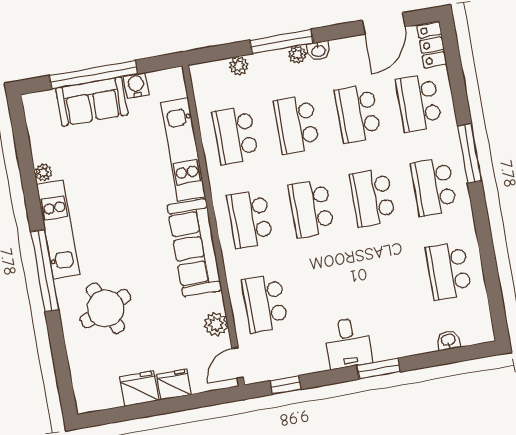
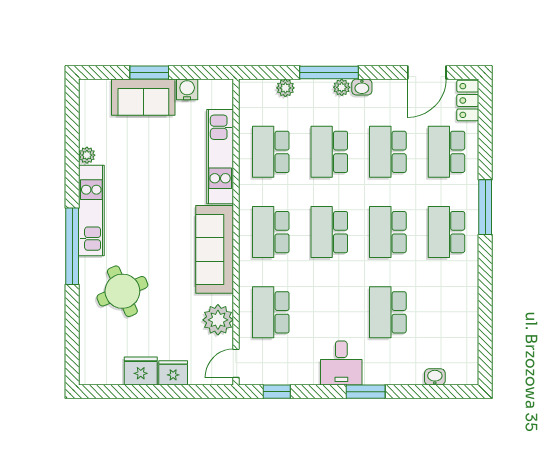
window: (93, 75) -> (149, 73), width x0.47
school desk: (449, 271) -> (388, 312), moved
plant: (216, 324) -> (218, 320), width x1.36, depth x1.36

